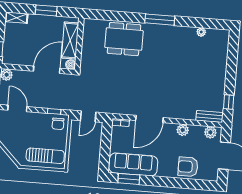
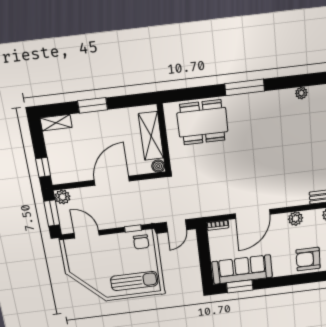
shelving: (70, 40) -> (151, 136), moved
wall: (79, 44) -> (164, 138), moved
boiler: (71, 65) -> (158, 166), moved

